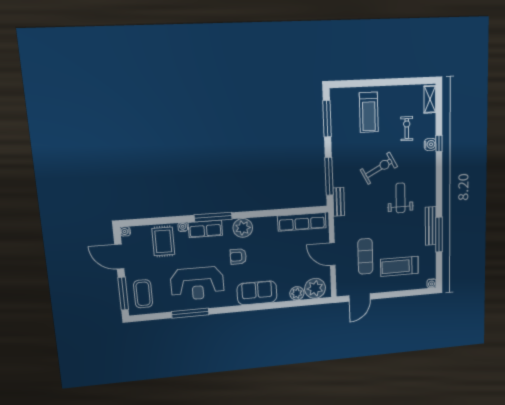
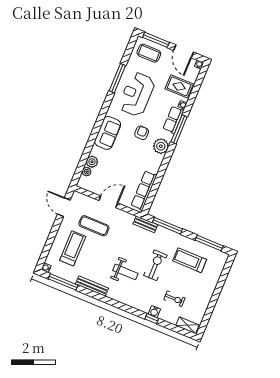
treadmill: (369, 112) -> (190, 260), moved
exercise bike: (379, 168) -> (155, 265), turned -152
window: (439, 235) -> (63, 282), moved
door: (119, 257) -> (184, 51), swing flipped
plant: (315, 288) -> (87, 172), width x0.53, depth x0.53

